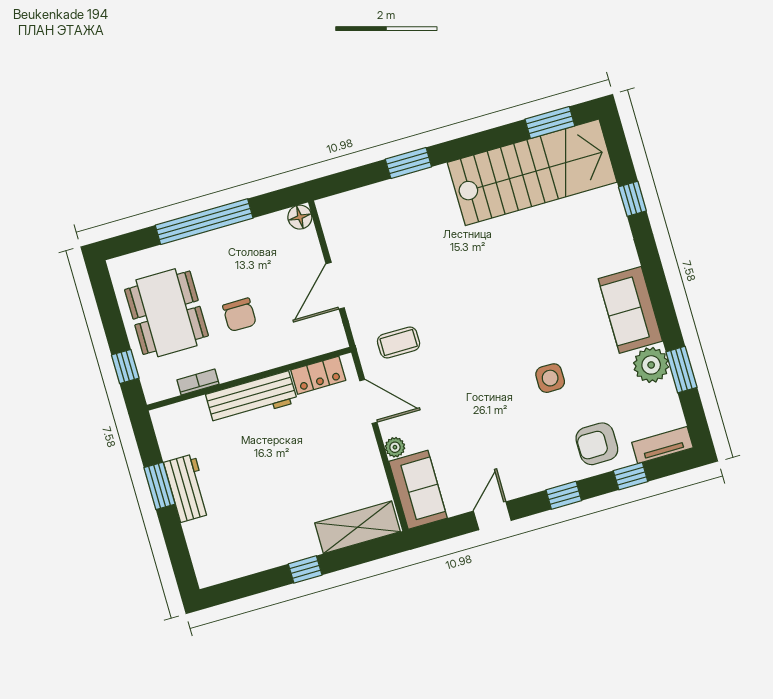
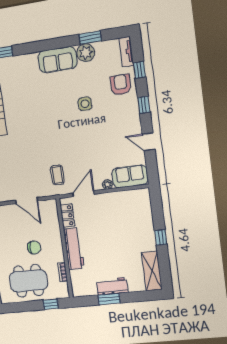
armchair: (597, 444) -> (121, 85), turned 180
shelving: (358, 527) -> (152, 271), moved

